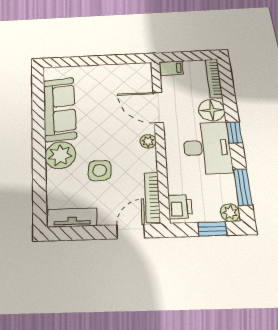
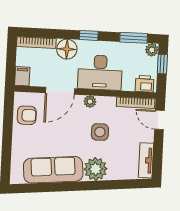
armchair: (125, 77) -> (27, 115), added
desk: (207, 148) -> (100, 73), moved, turned 180
side table: (100, 170) -> (100, 132), moved

